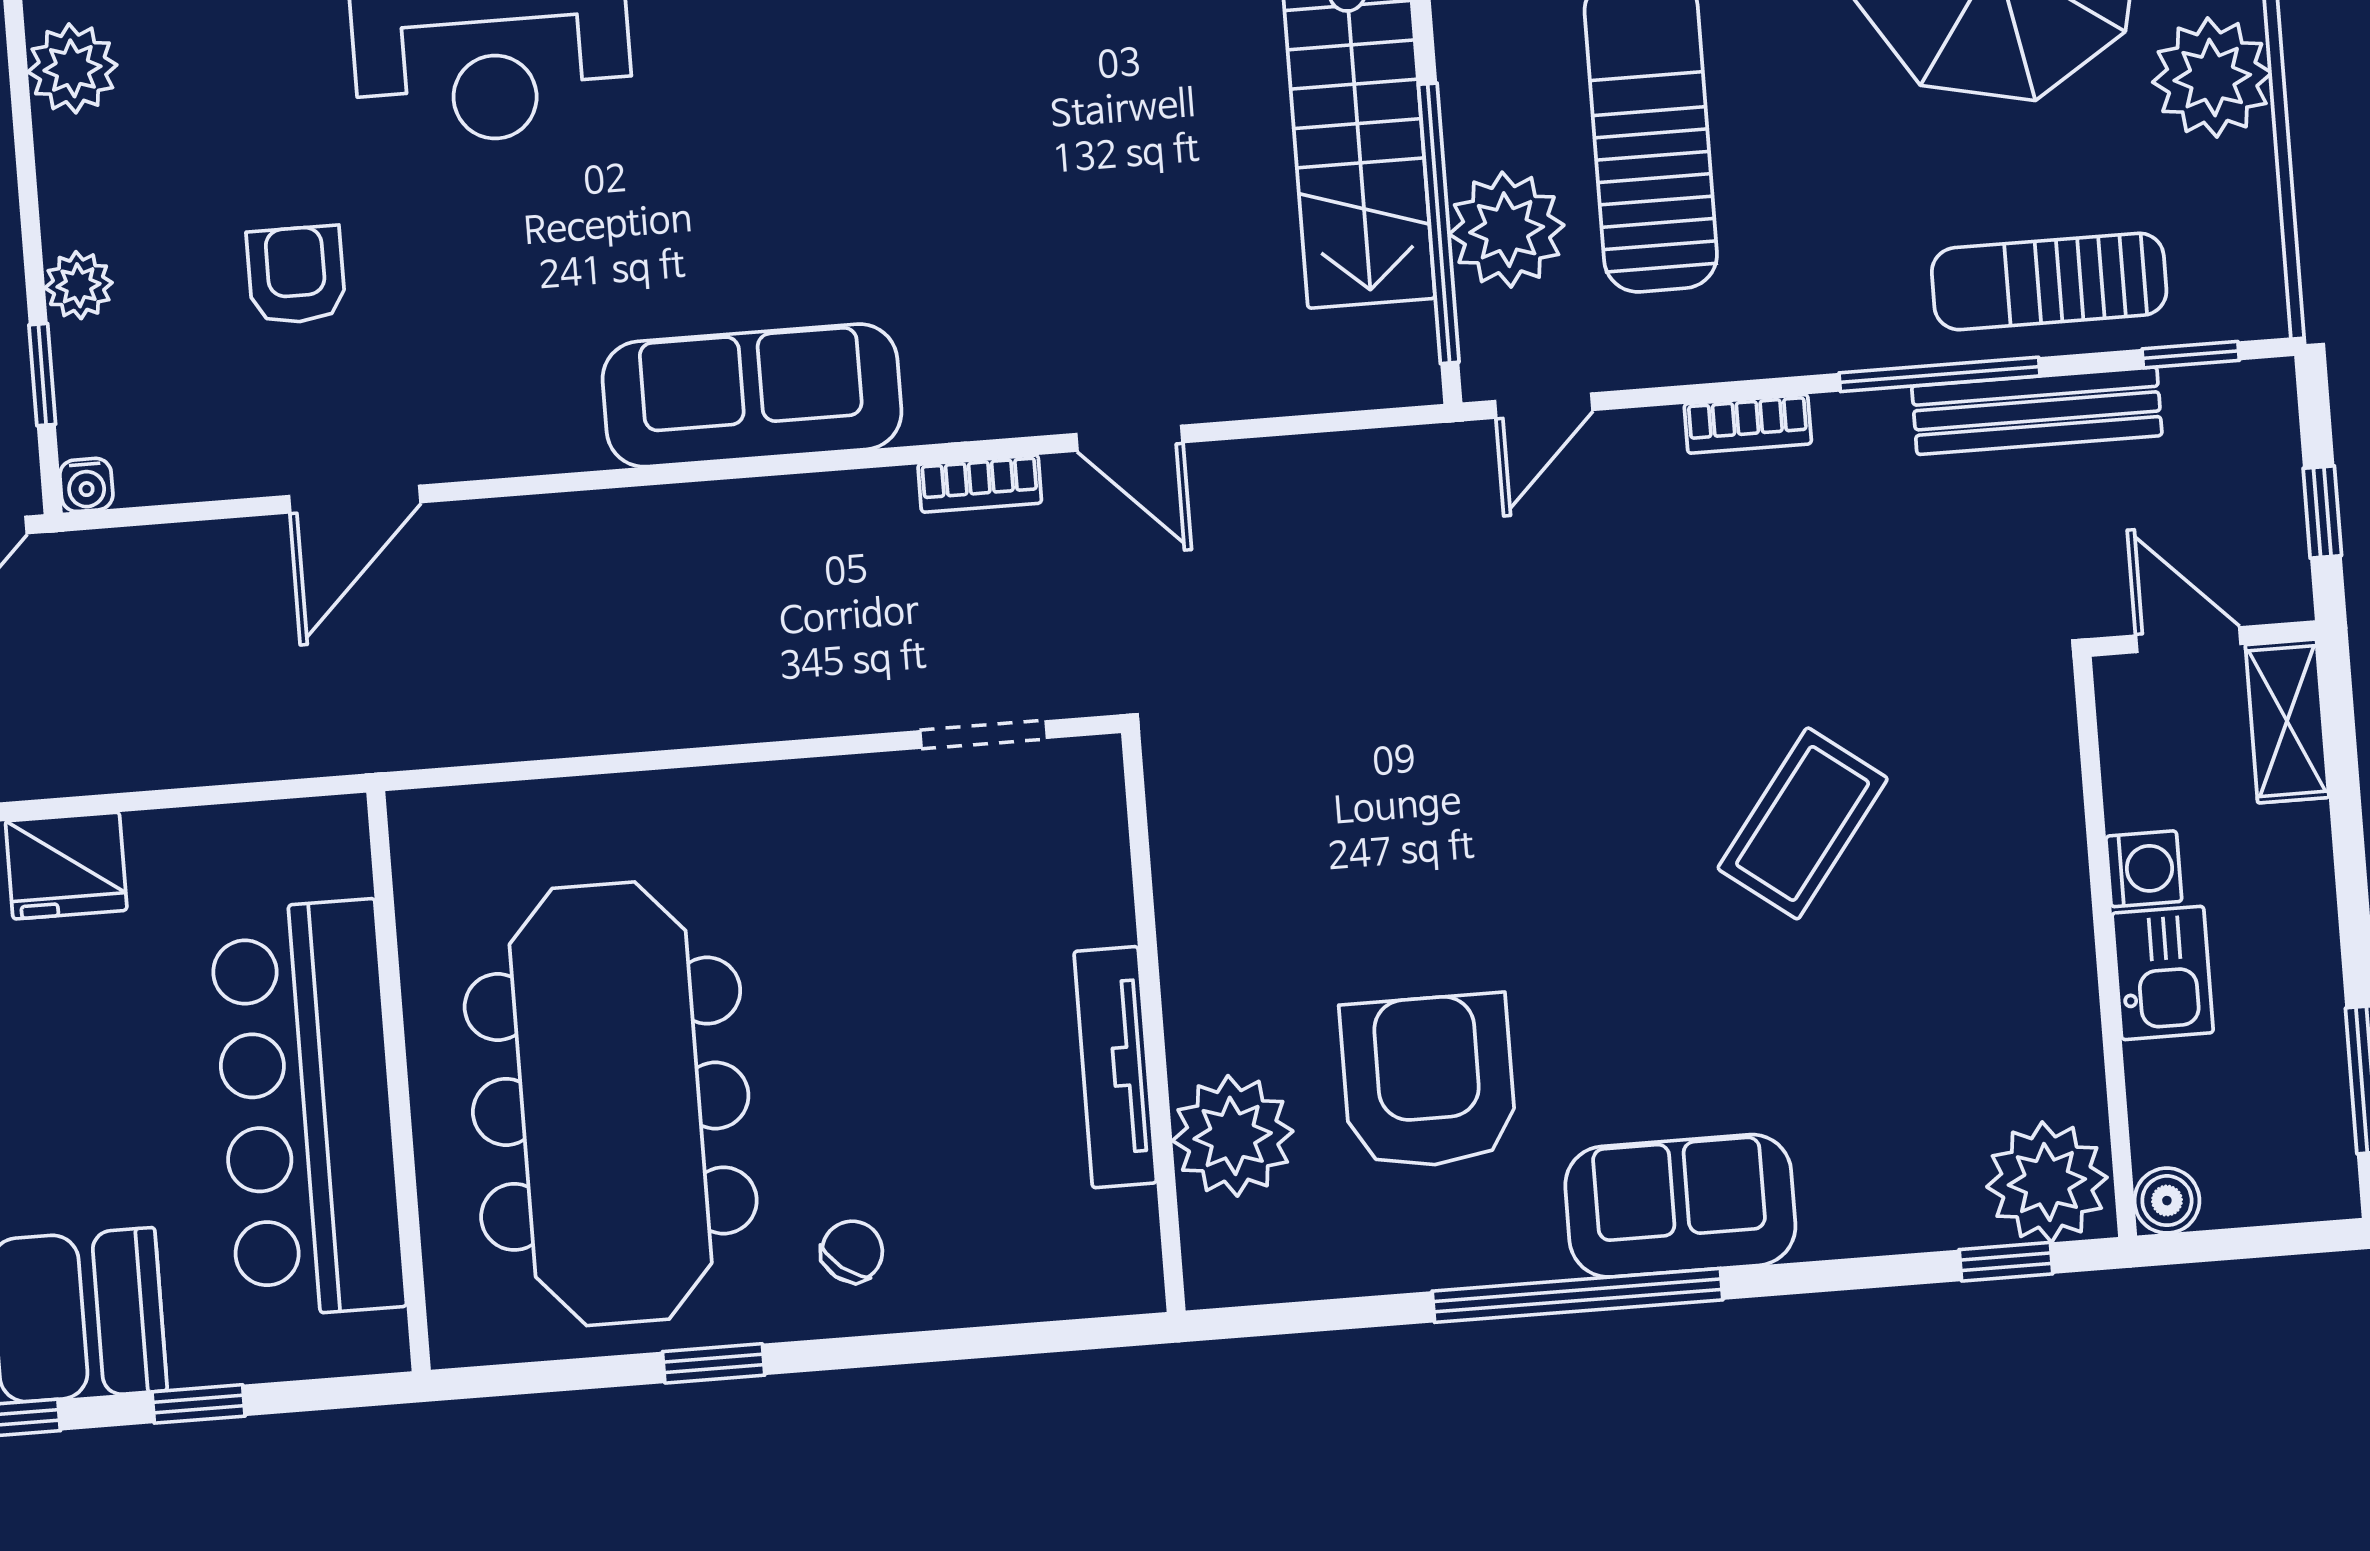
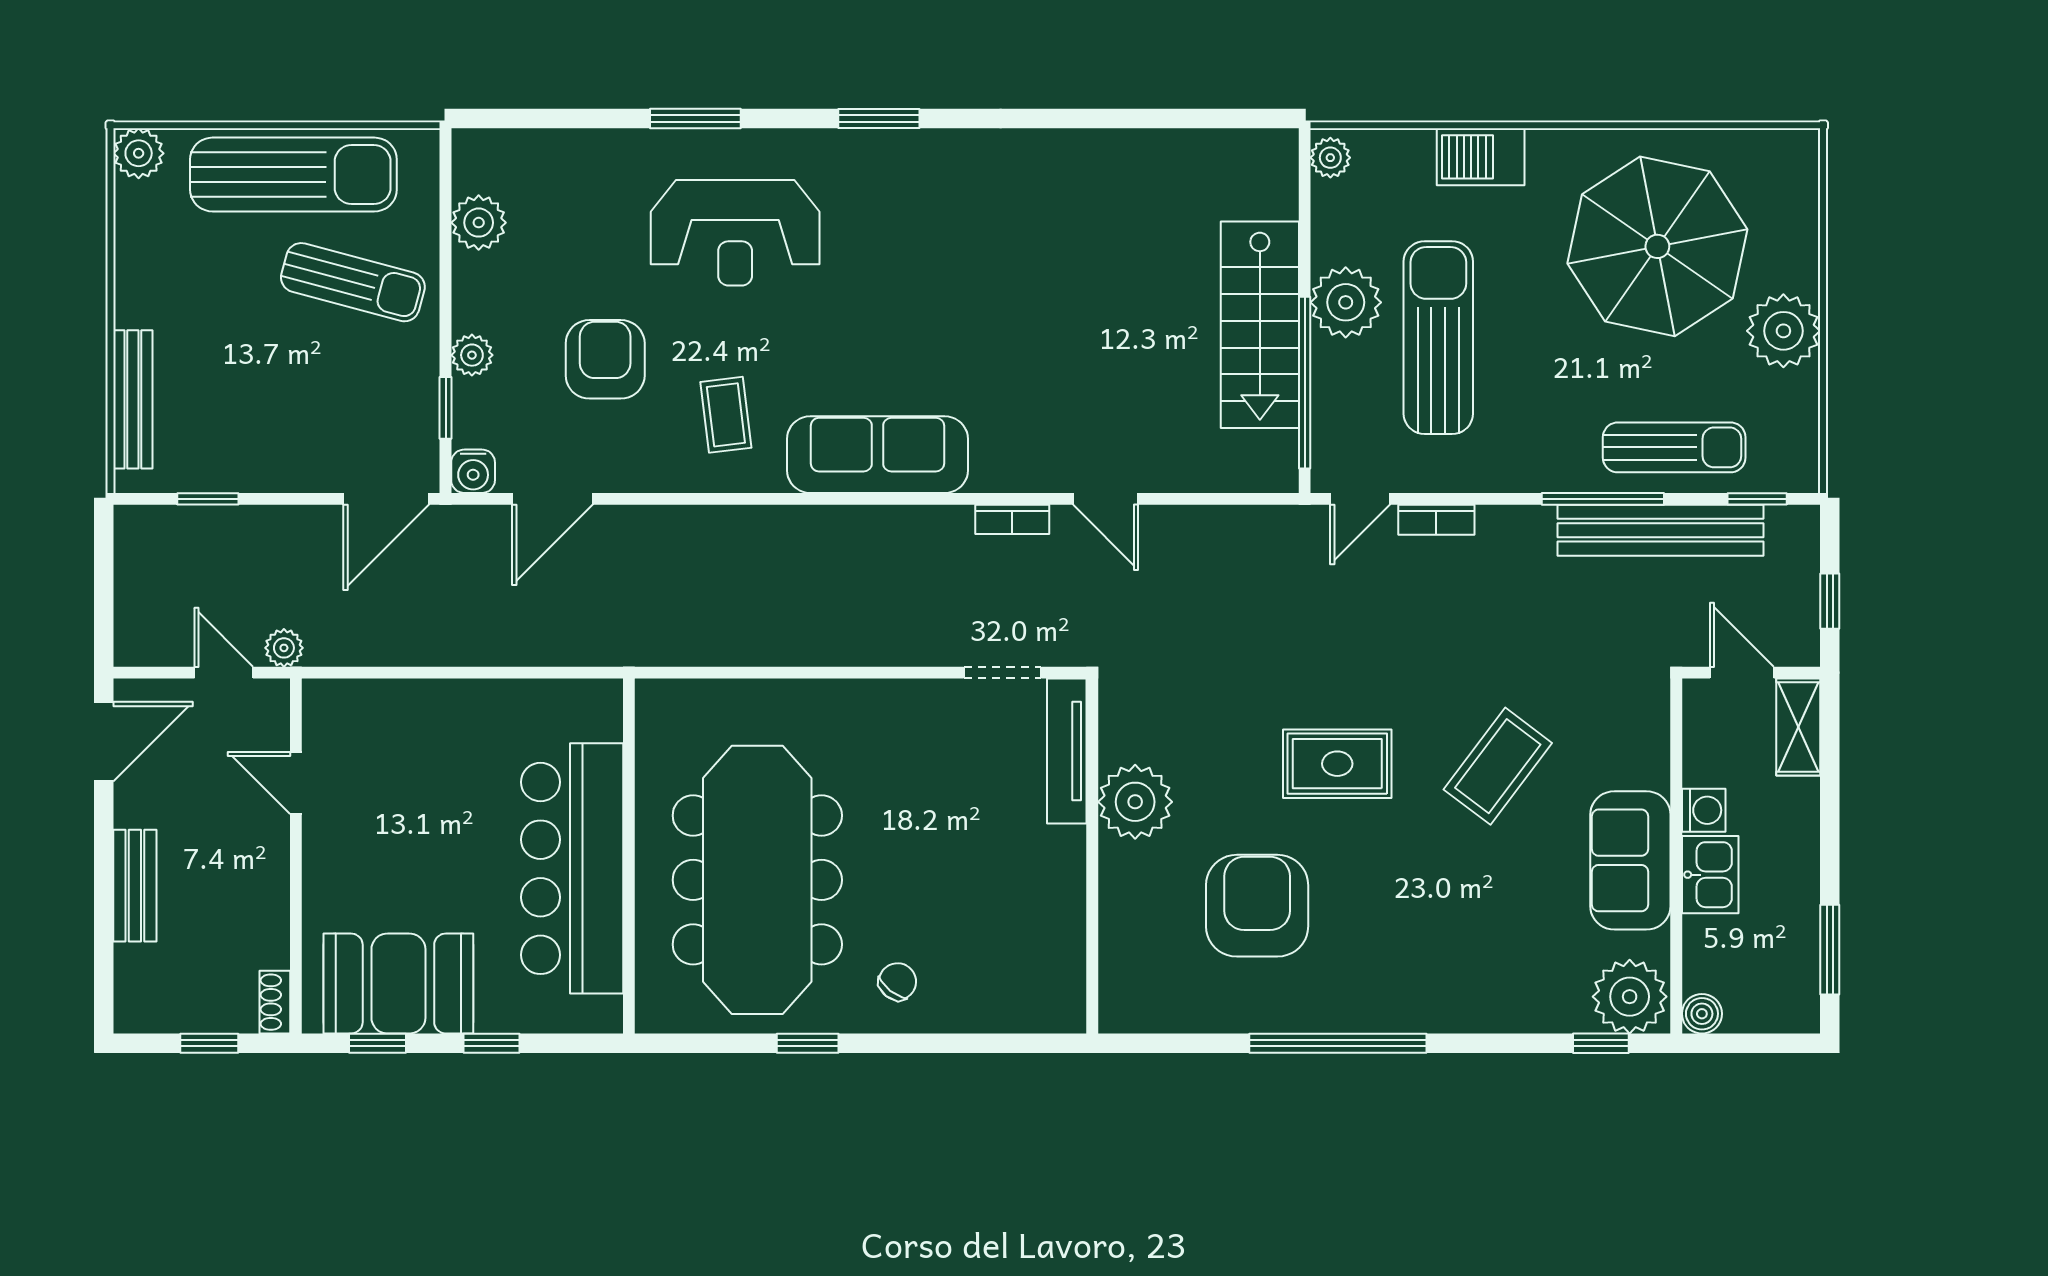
plant: (1507, 230) -> (1346, 302), moved
armchair: (296, 275) -> (605, 359), width x1.38, depth x1.38
sun lounger: (2049, 281) -> (1674, 447), turned 180
coffee table: (500, 350) -> (726, 415), added
bench: (2037, 411) -> (1661, 530), width x1.37, depth x1.21
bookcase: (1748, 424) -> (1436, 520), moved
water cooler: (86, 485) -> (473, 471), width x1.38, depth x1.38
door: (355, 499) -> (552, 499), moved
rug: (1541, 840) -> (1337, 764), added
fridge: (66, 866) -> (437, 709), removed
tv unit: (1115, 1067) -> (1067, 751), moved
plant: (1233, 1136) -> (1135, 802), moved
sofa: (1680, 1206) -> (1630, 860), moved, turned -90

